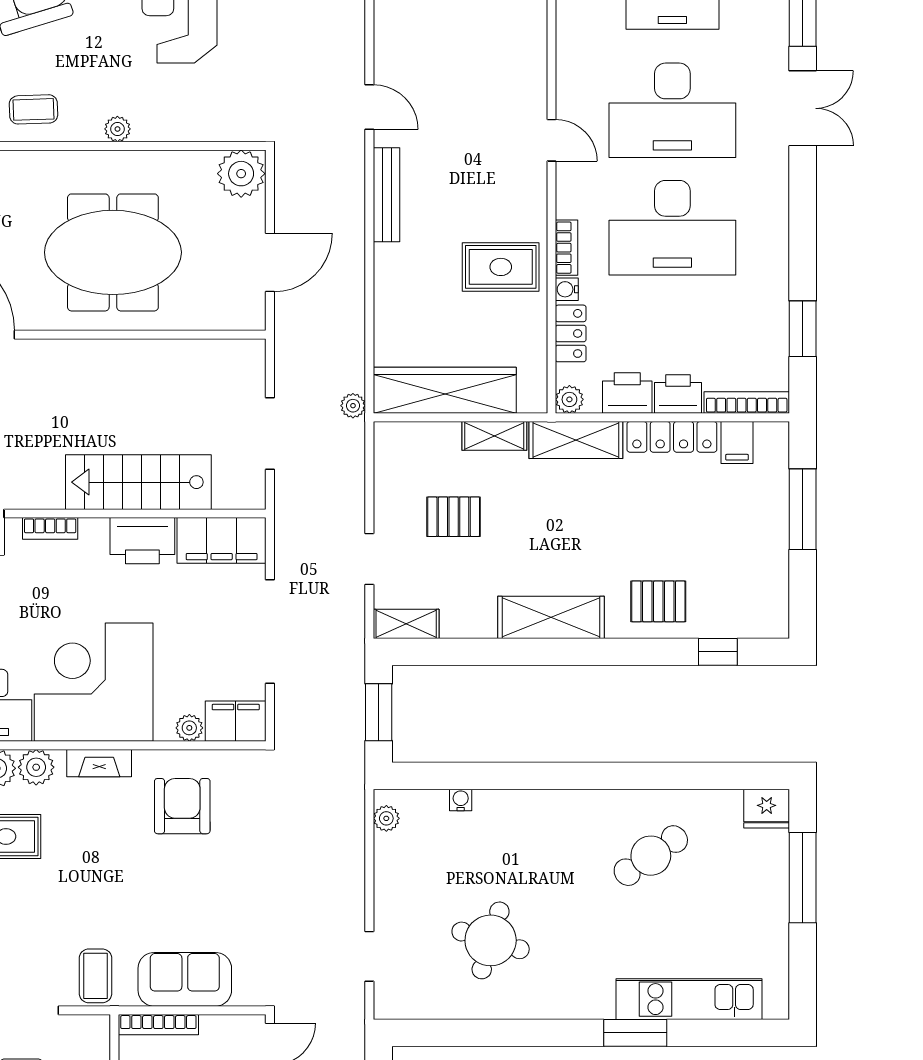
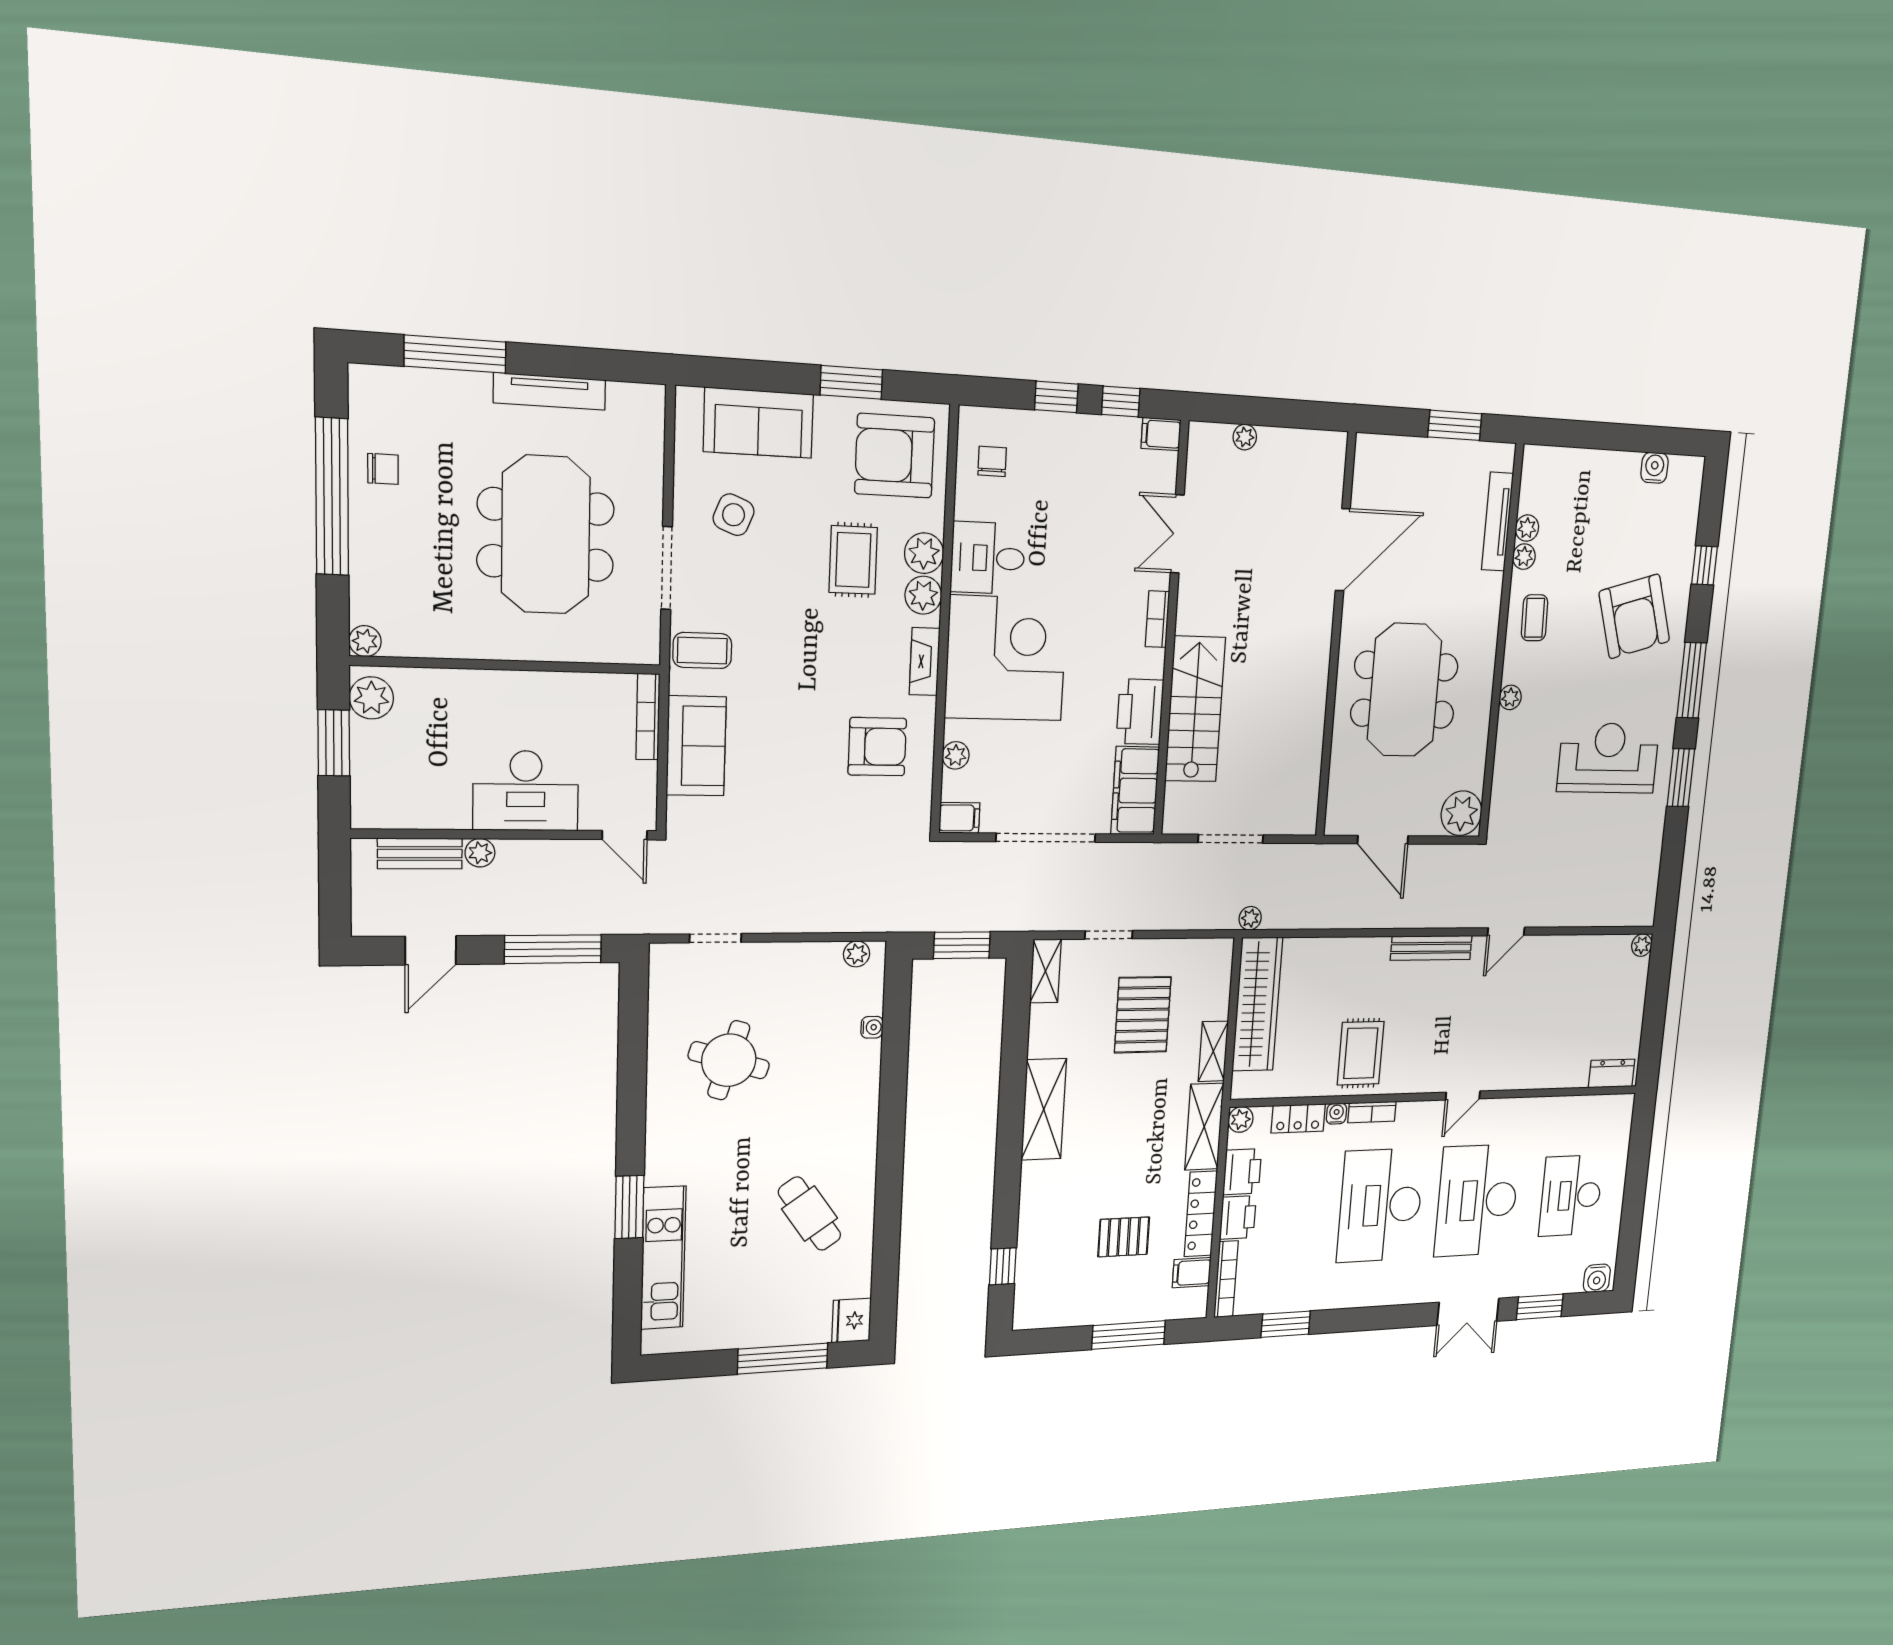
pallet: (454, 517) -> (1143, 1015), width x1.50, depth x1.42
pallet: (658, 601) -> (1124, 1237), moved, turned 90
filing cabinet: (236, 721) -> (959, 818), width x0.50

